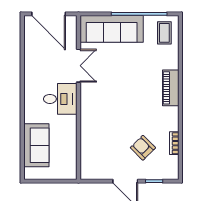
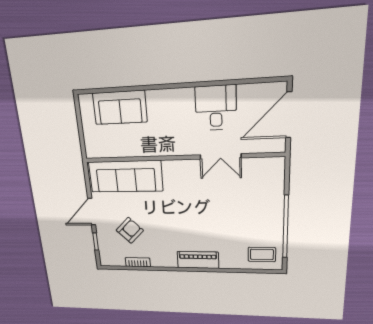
sofa: (112, 29) -> (126, 176), moved, turned -90
desk: (60, 99) -> (216, 108), moved, turned 180

